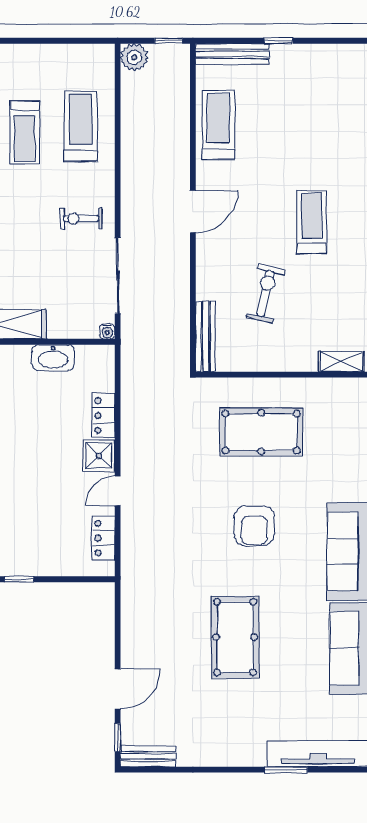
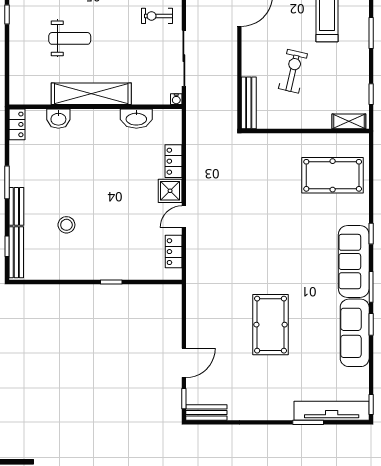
pool table: (261, 432) -> (333, 175), moved
armchair: (254, 526) -> (285, 242), removed

